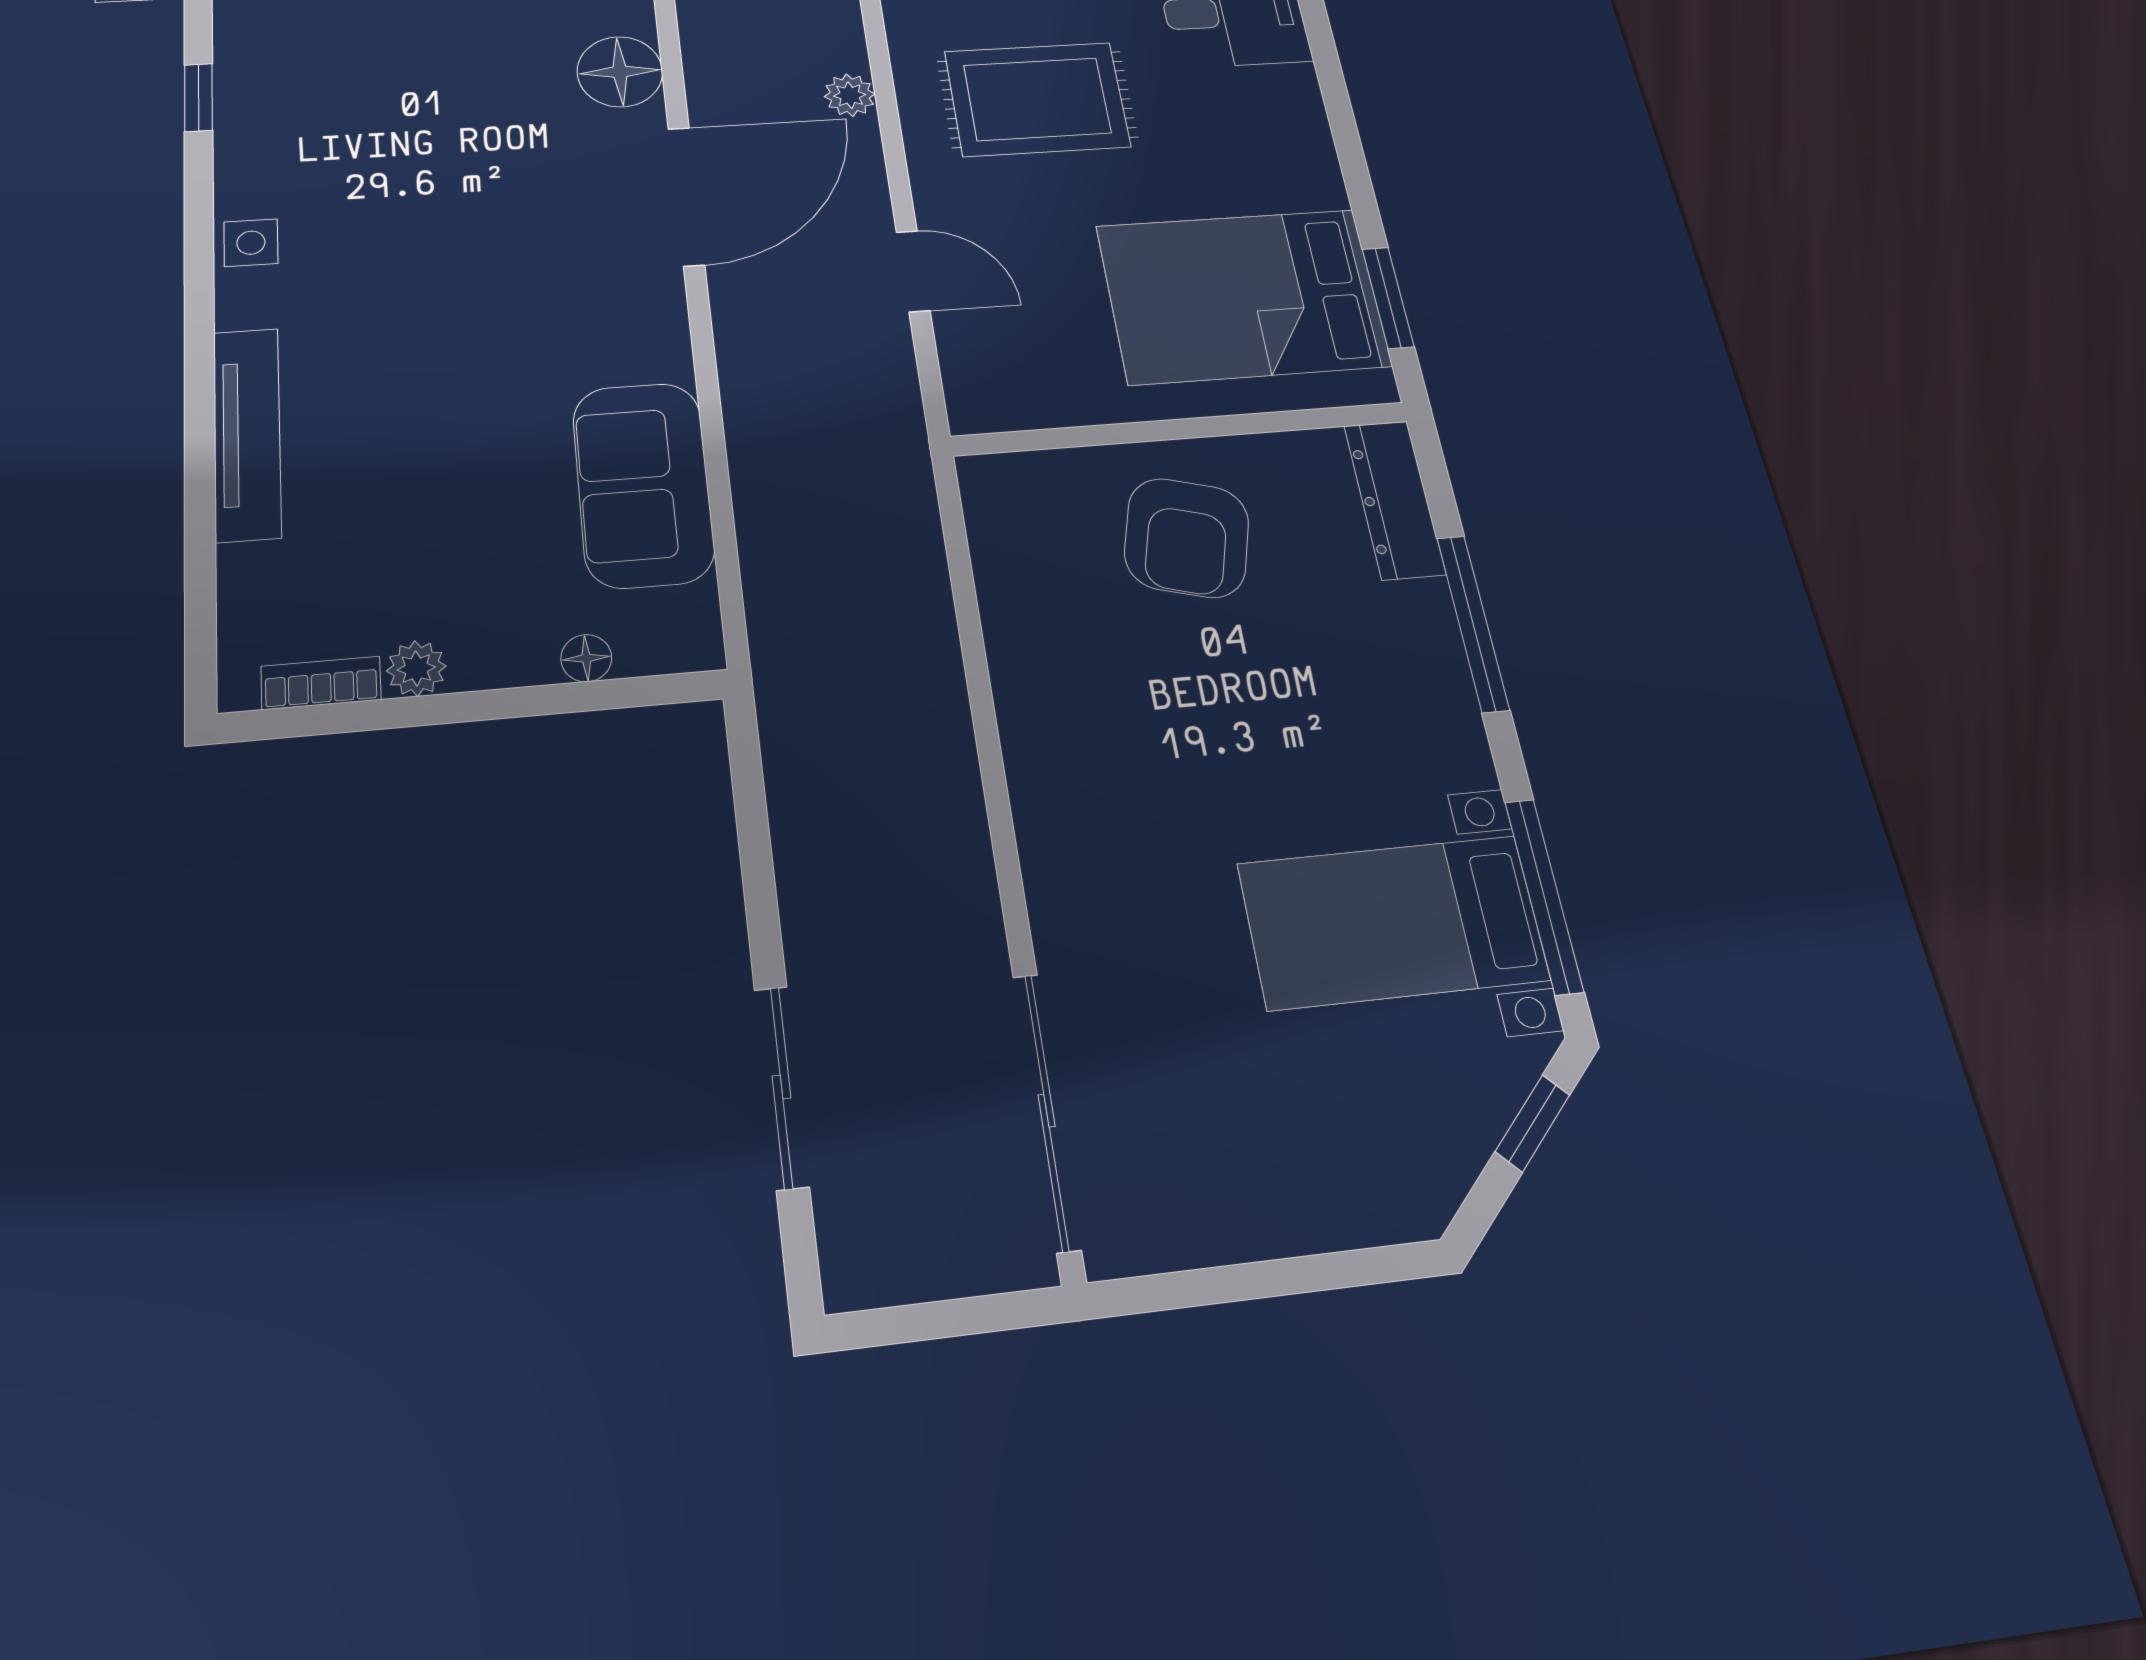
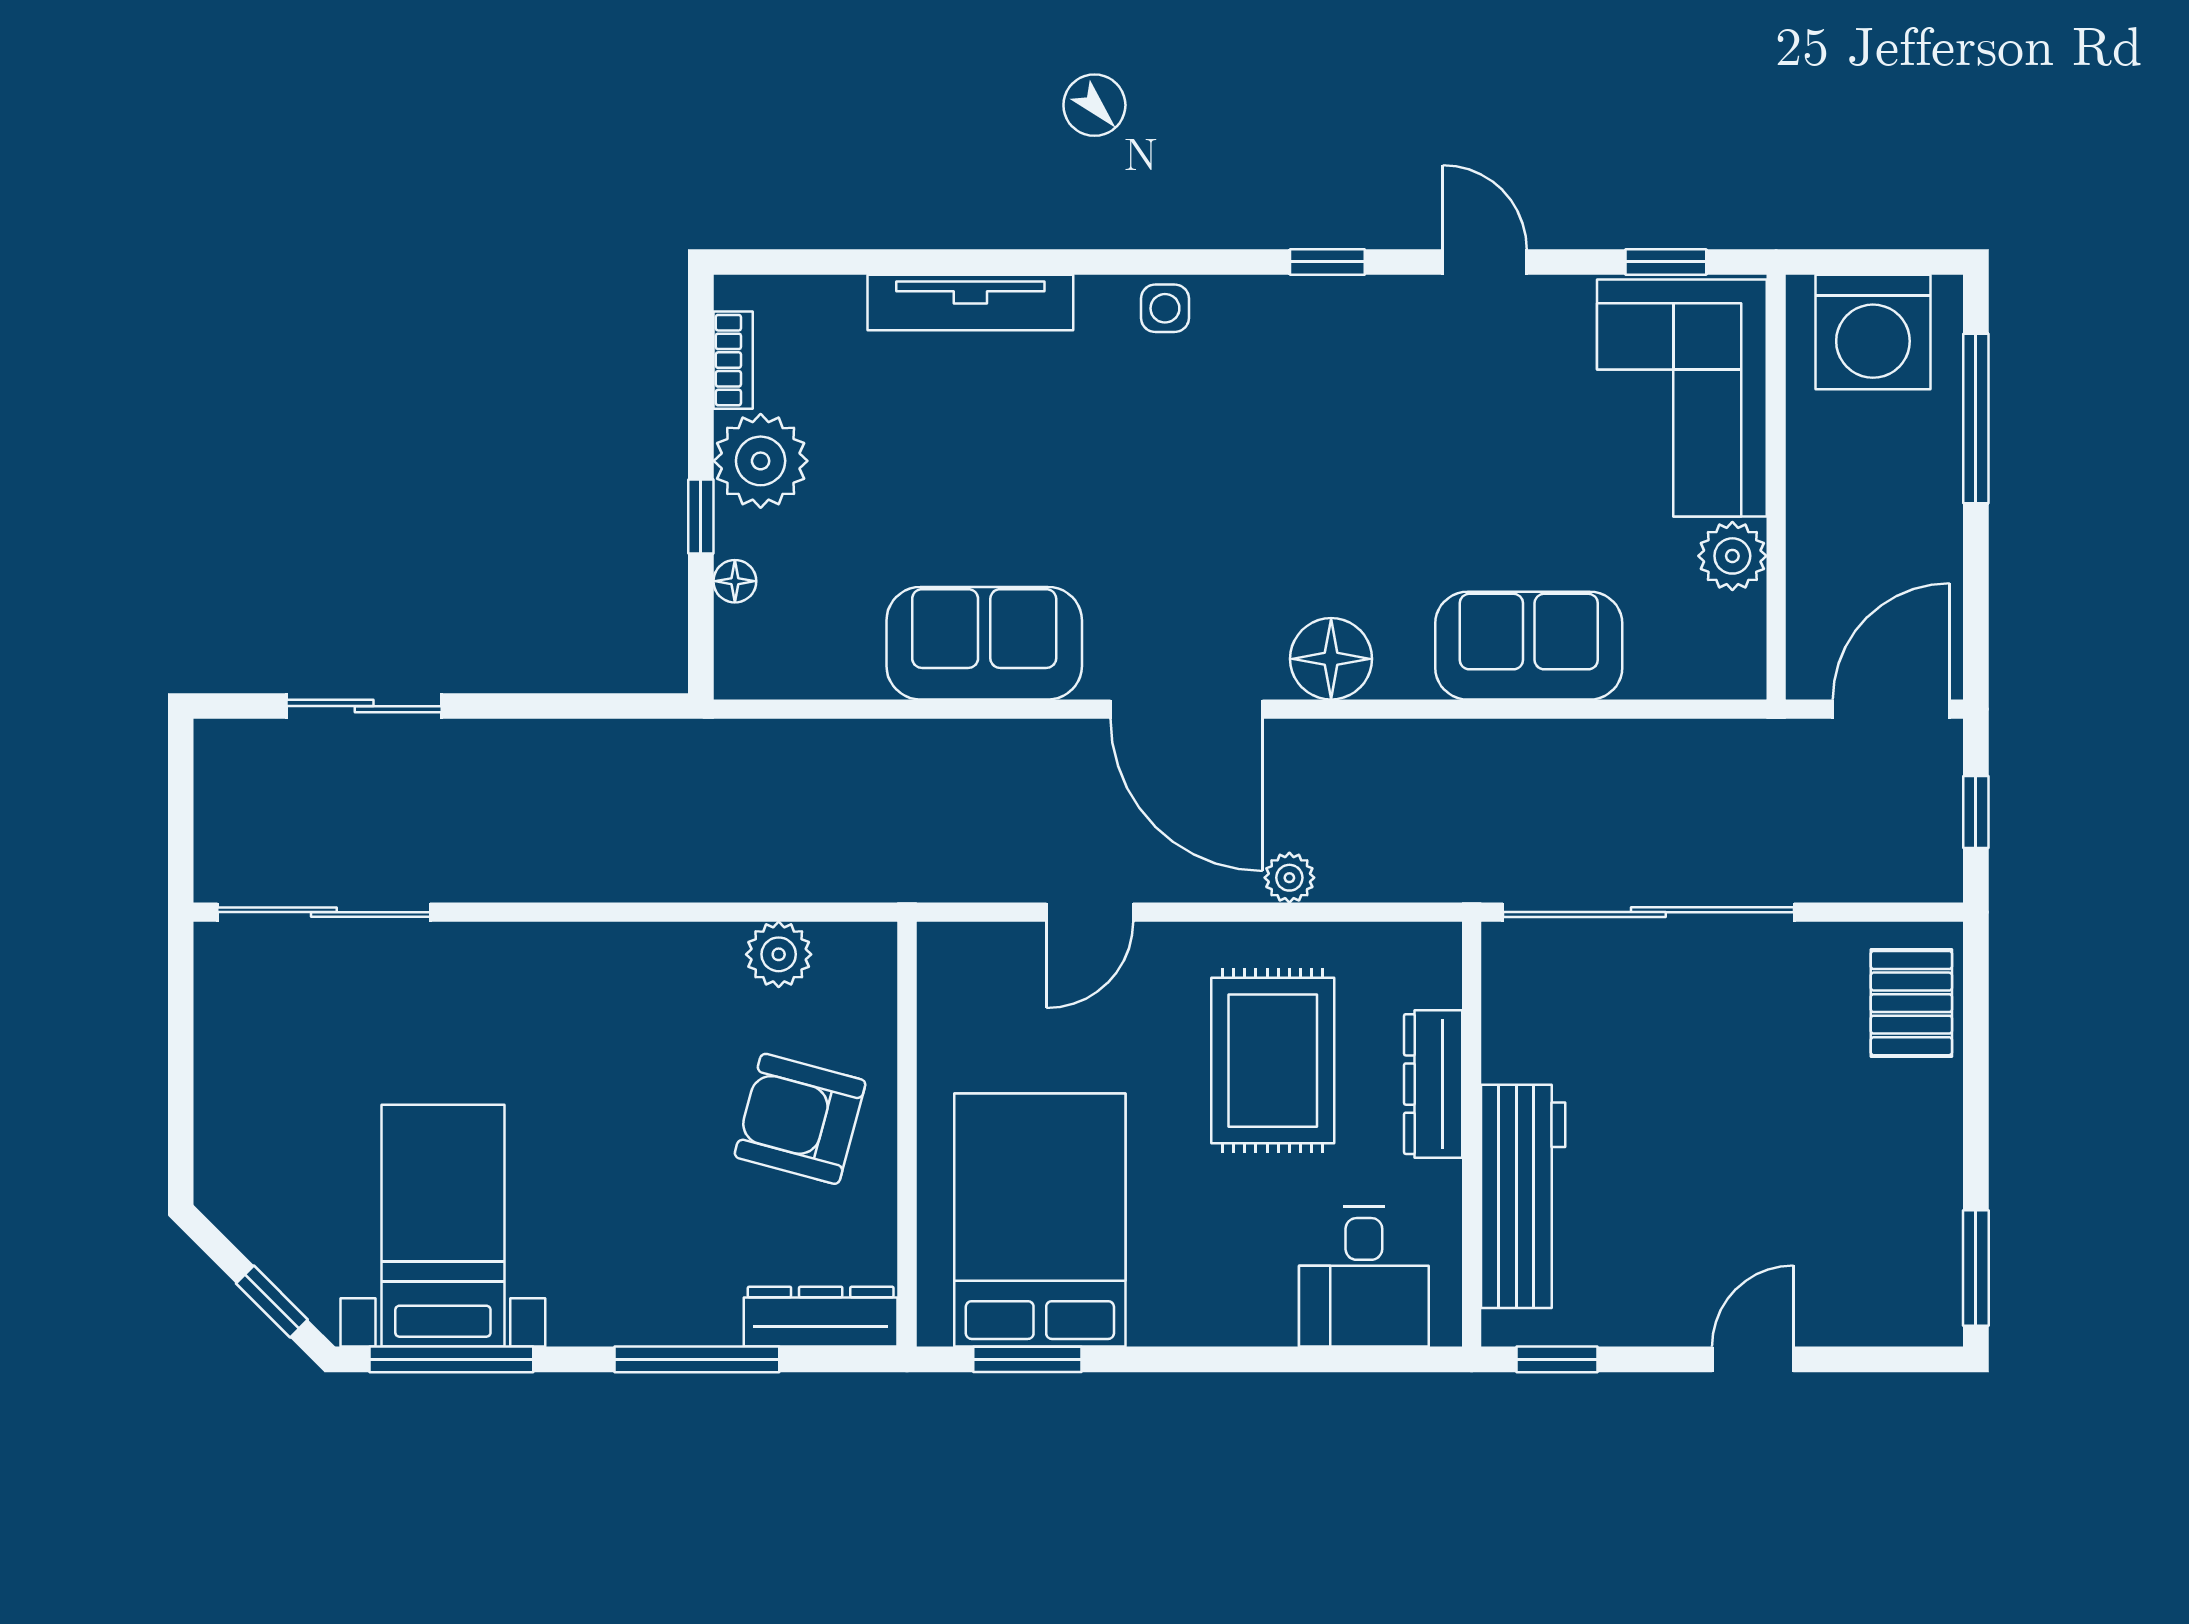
sofa: (643, 484) -> (984, 643), moved
plant: (1009, 575) -> (779, 954), added
plant: (416, 668) -> (761, 461), width x1.87, depth x1.87
window: (512, 703) -> (701, 517), added

